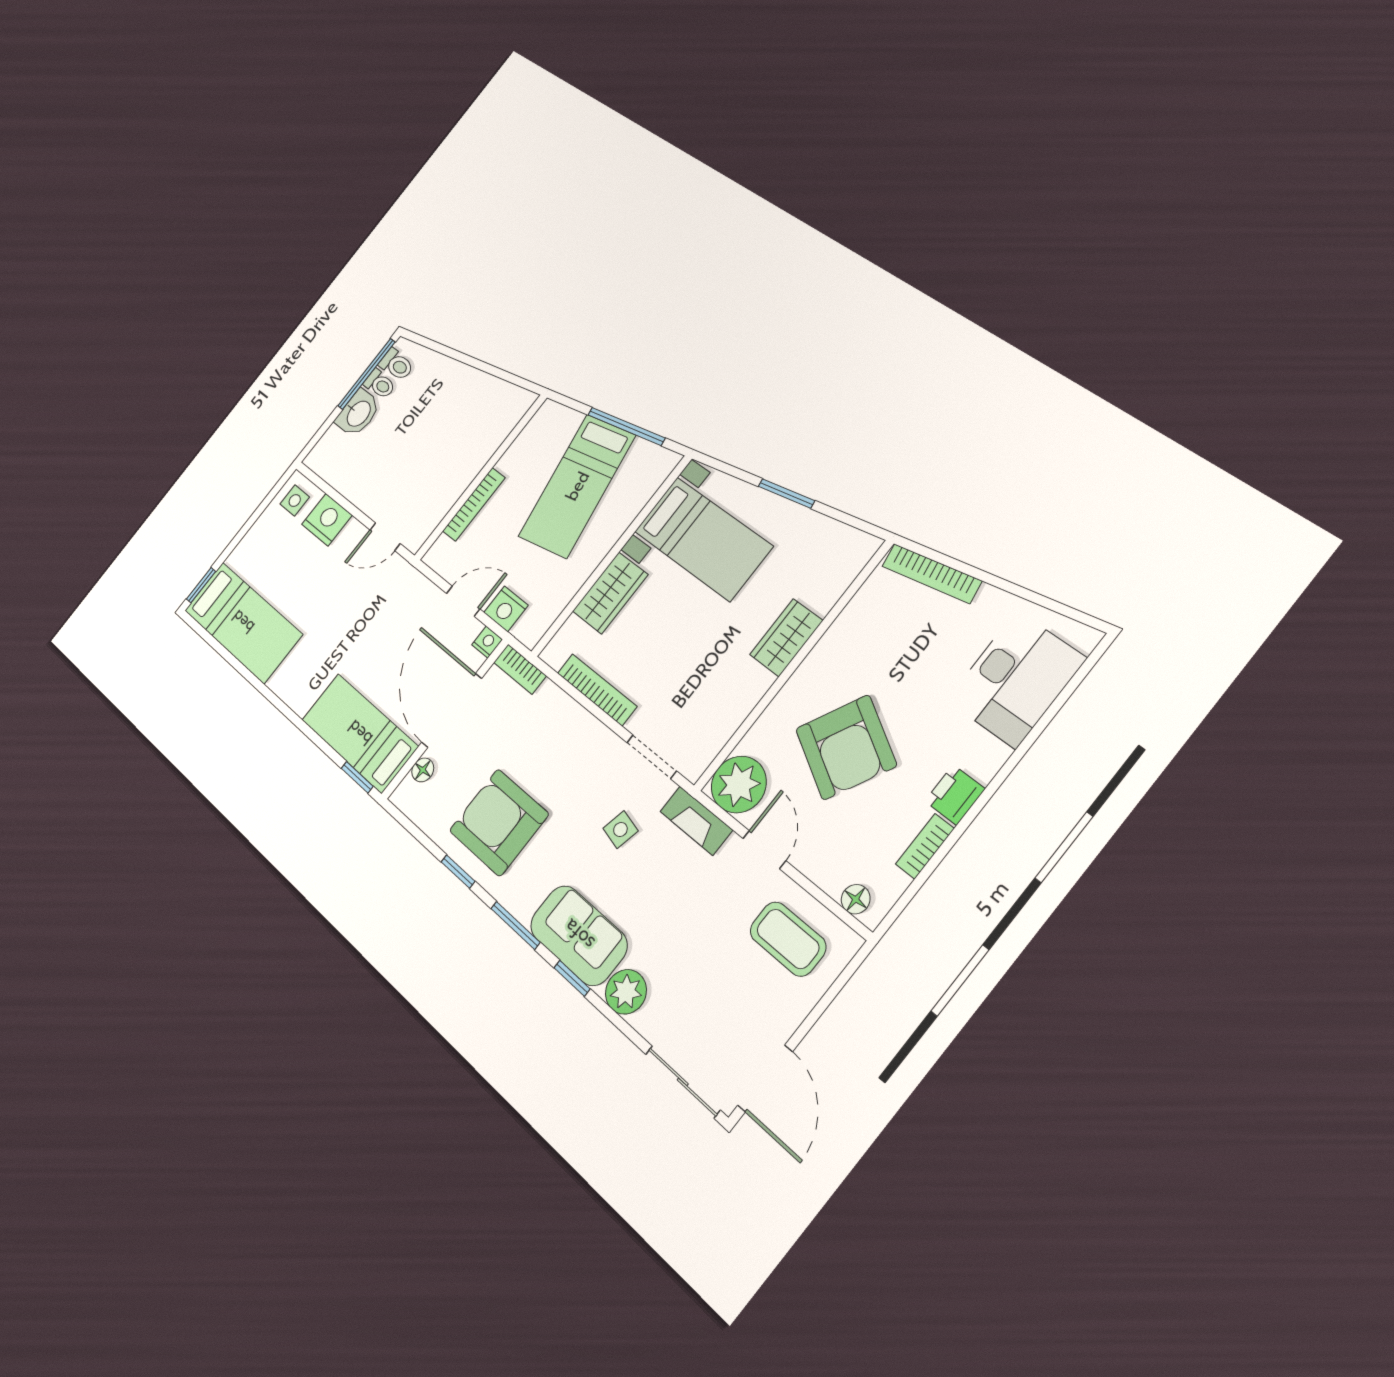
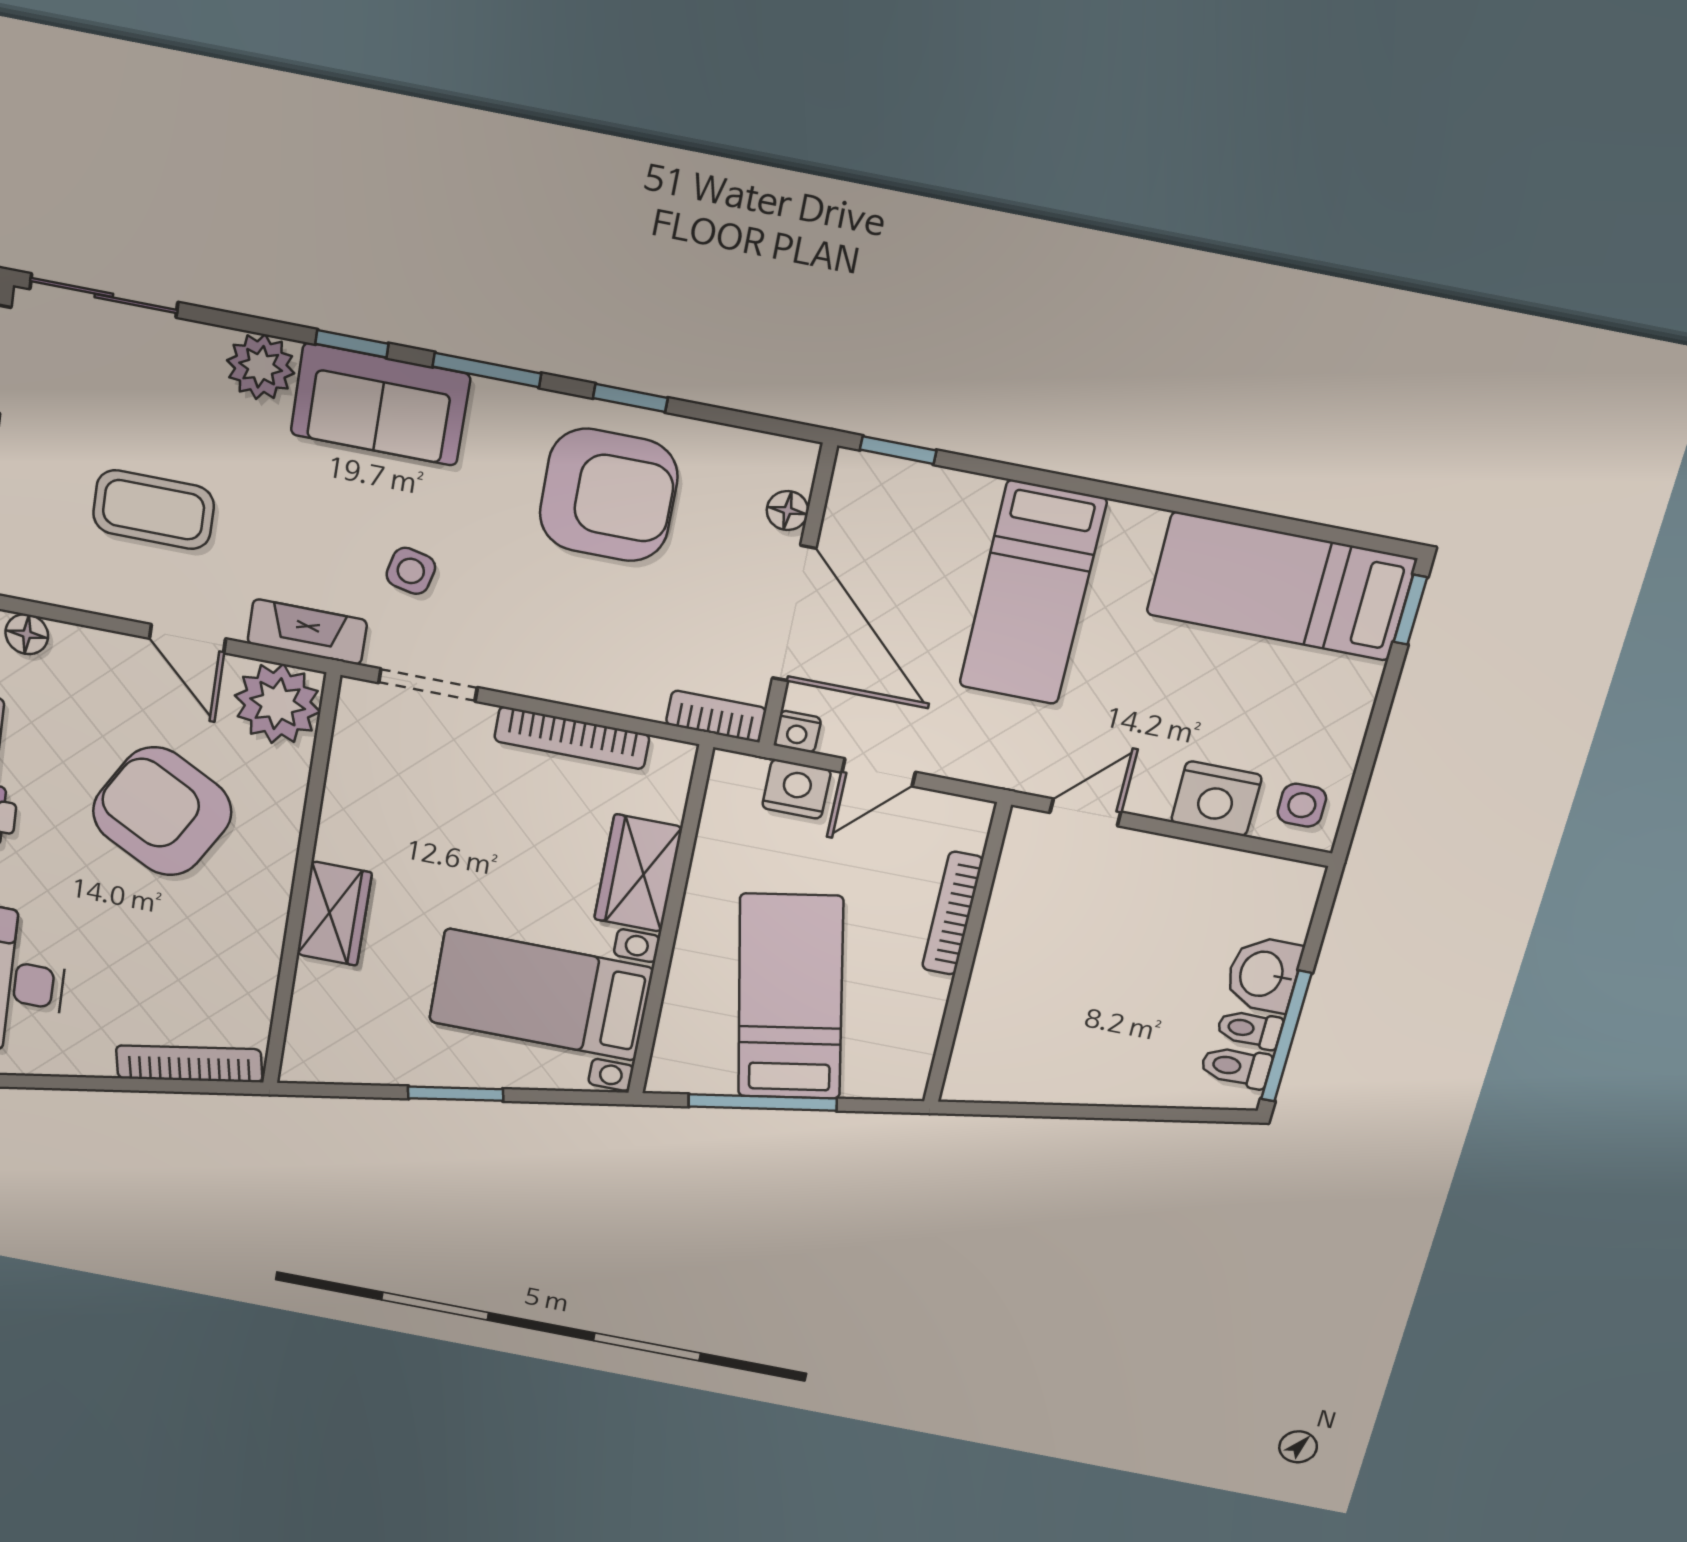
bed: (360, 733) -> (1033, 593), moved, turned 90
coffee table: (788, 939) -> (154, 510), moved

